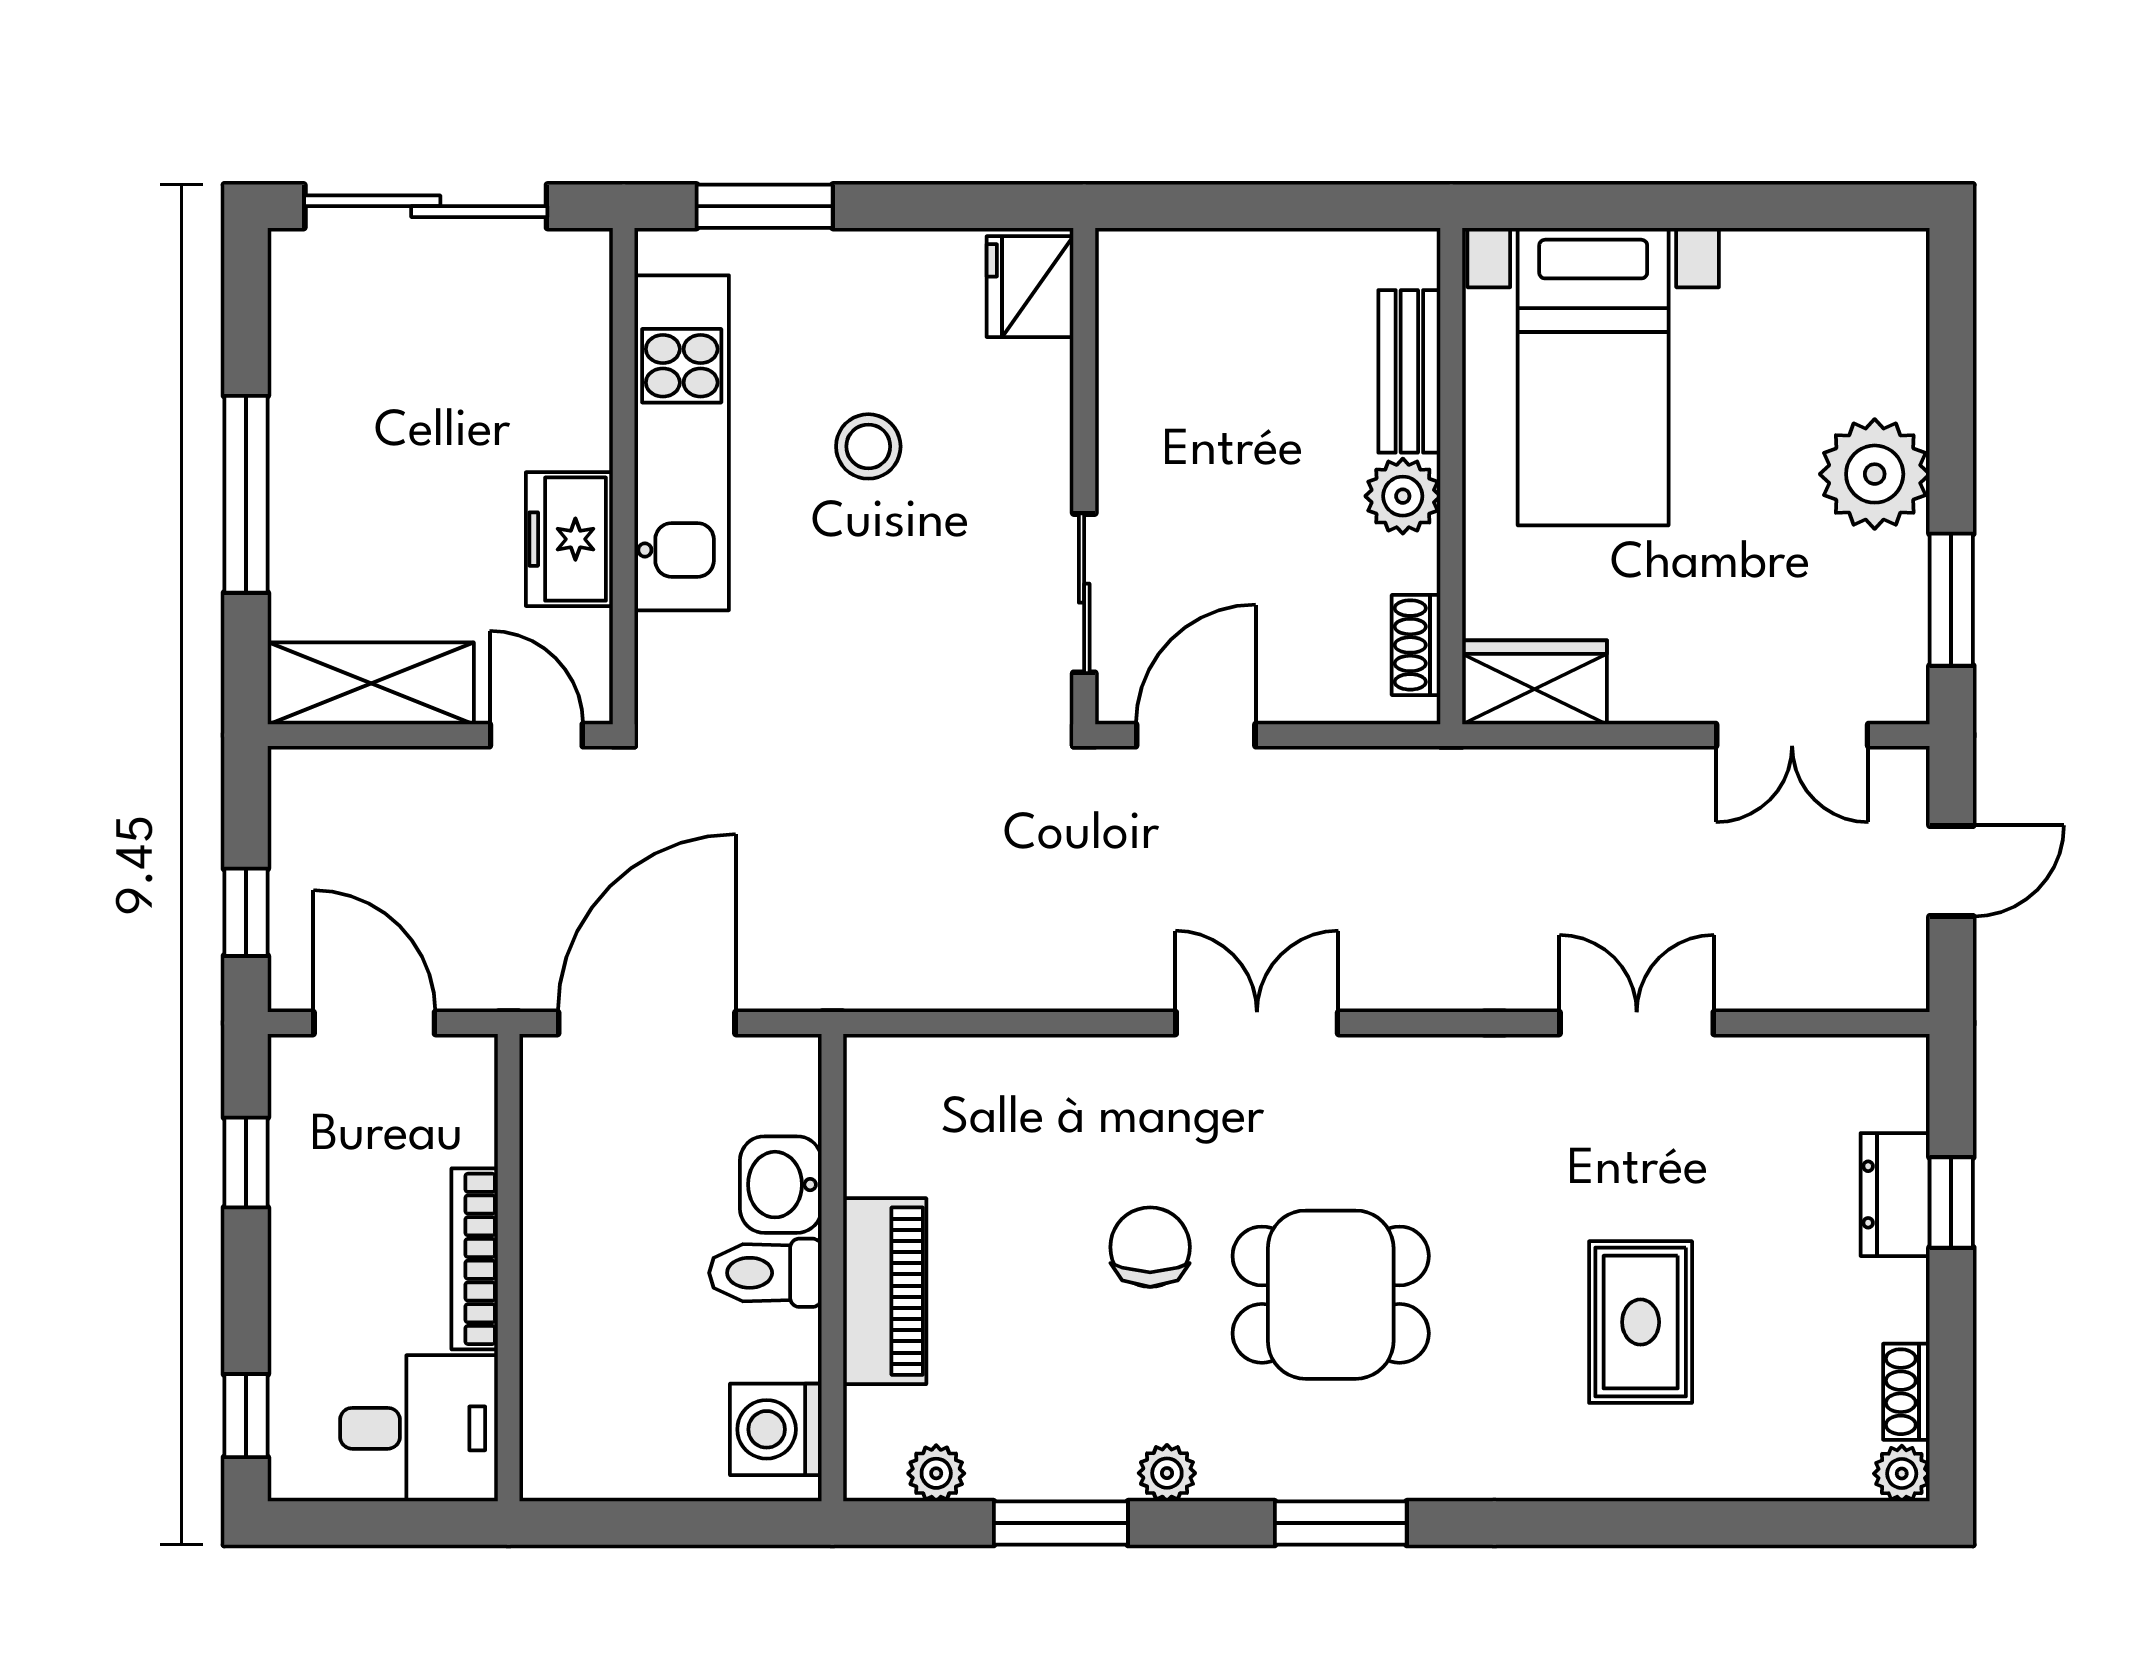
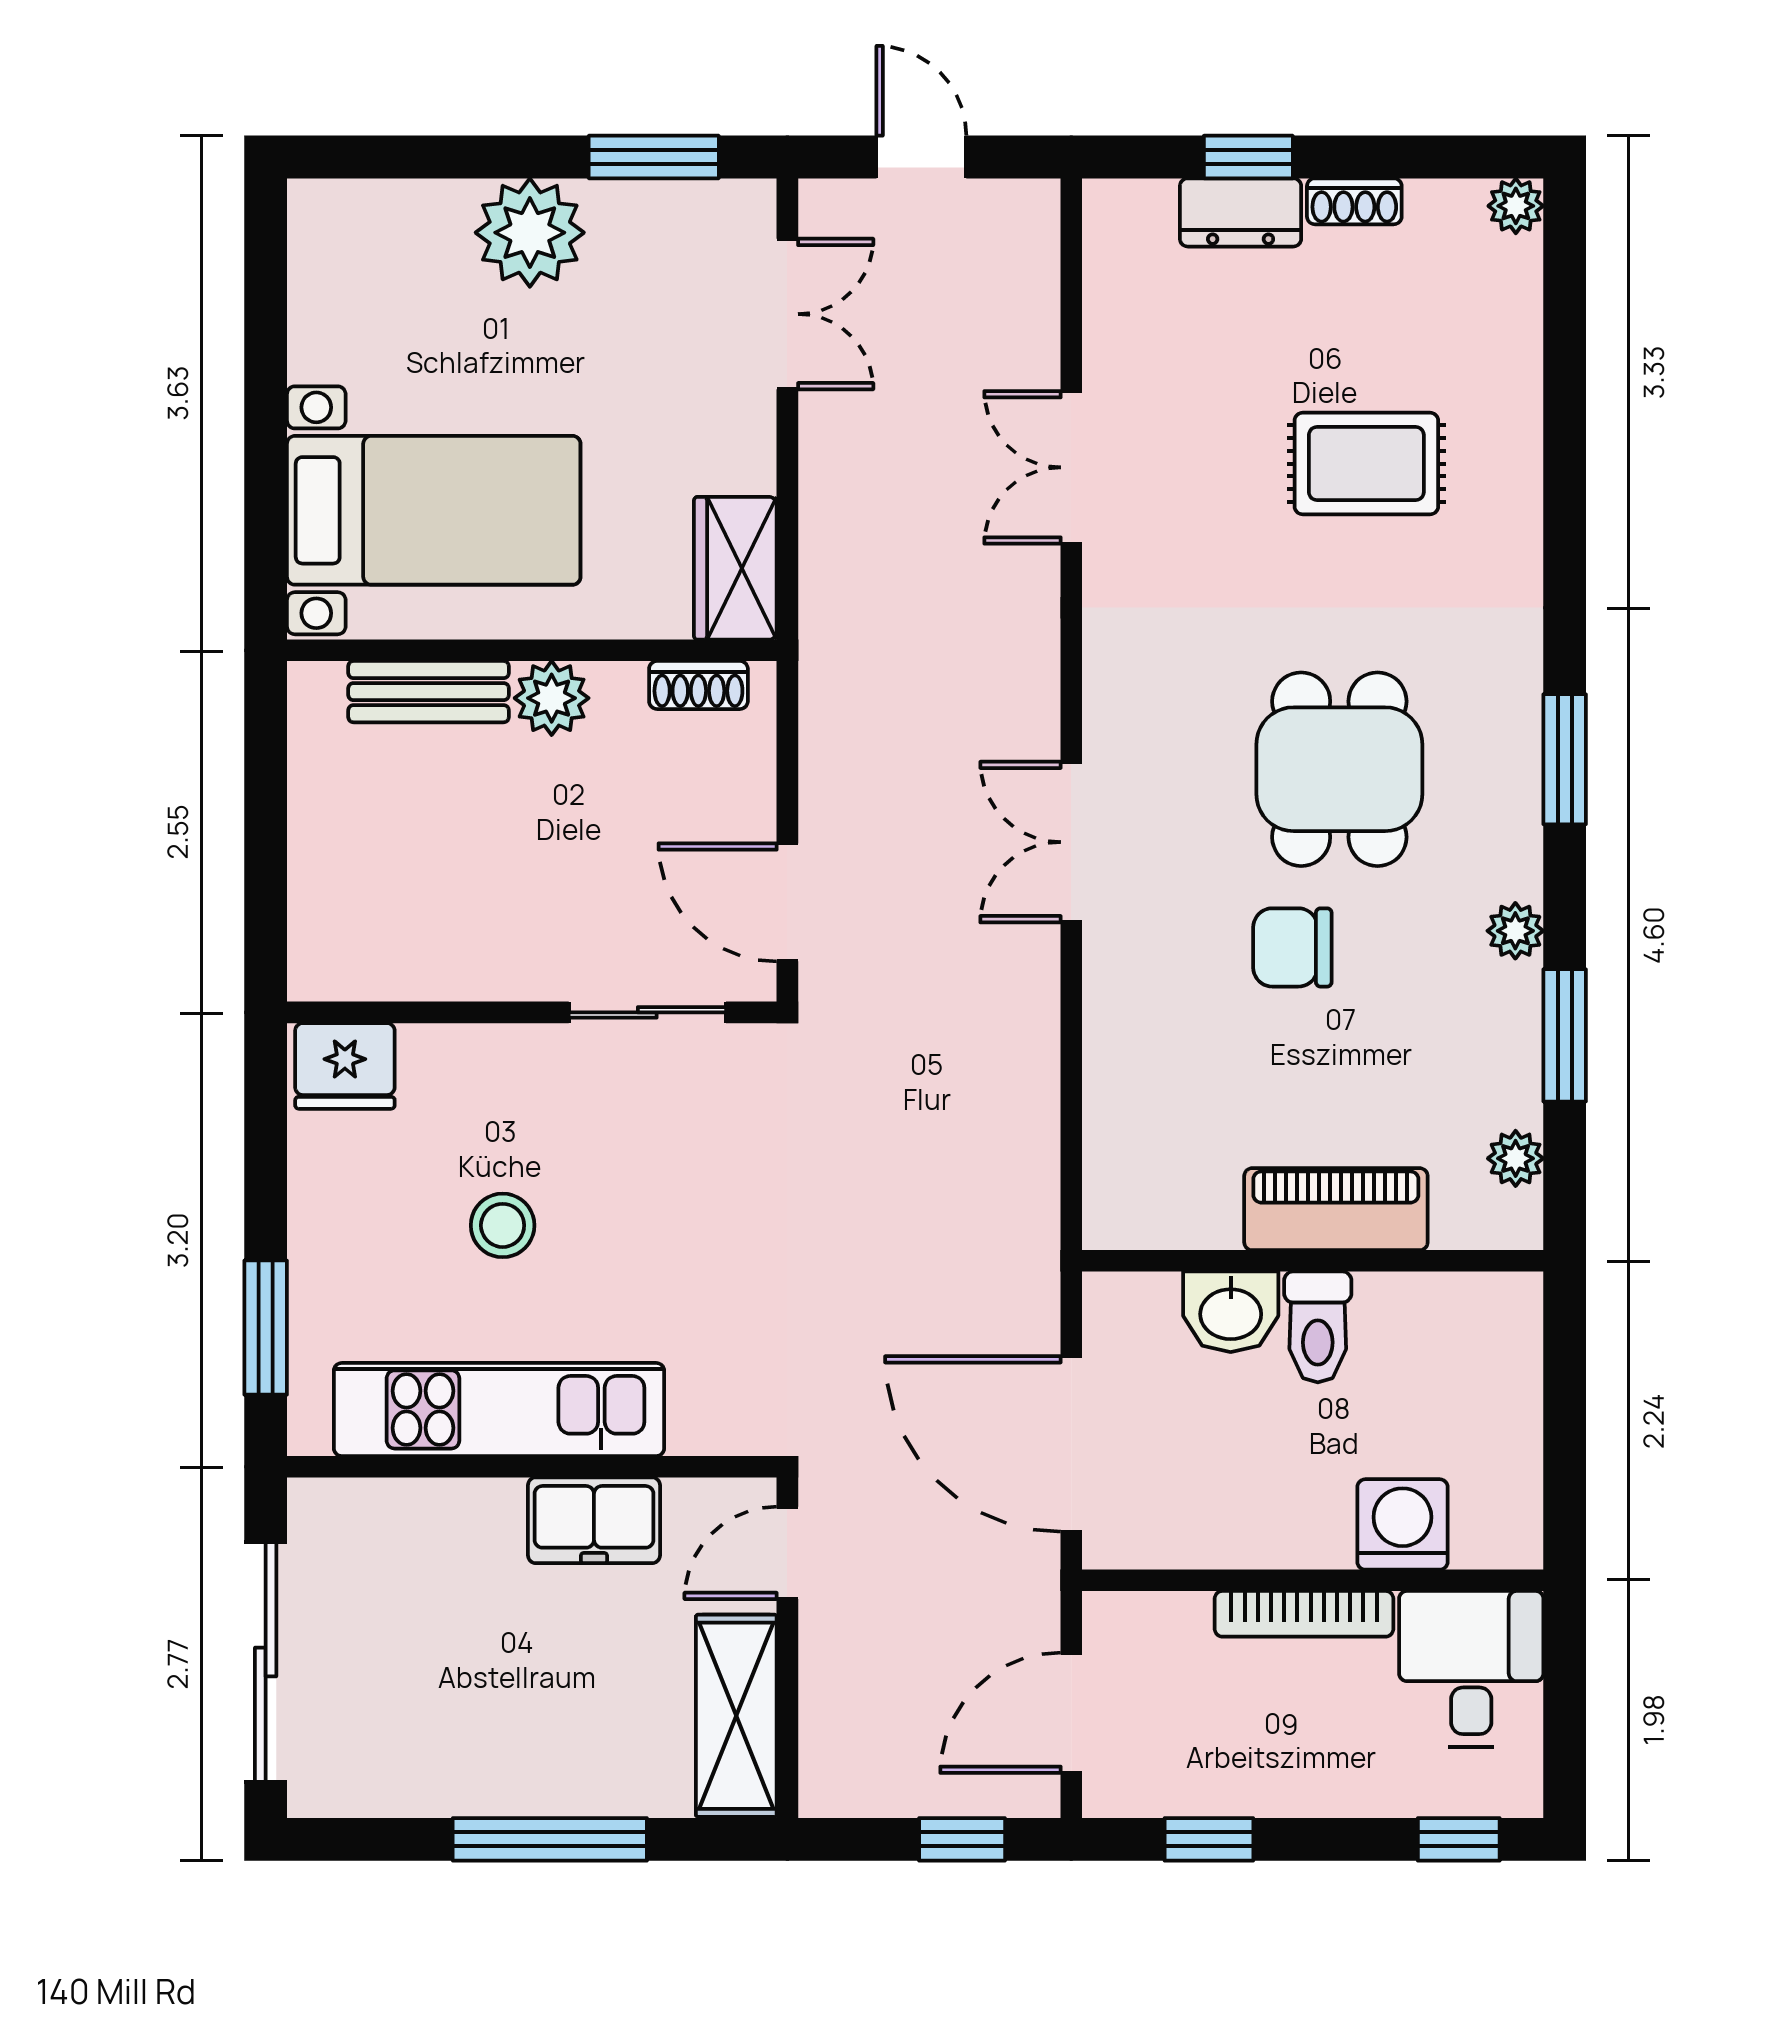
shoe rack: (1906, 1392) -> (1354, 201), moved
washing machine: (776, 1429) -> (1402, 1524), moved, turned 180

